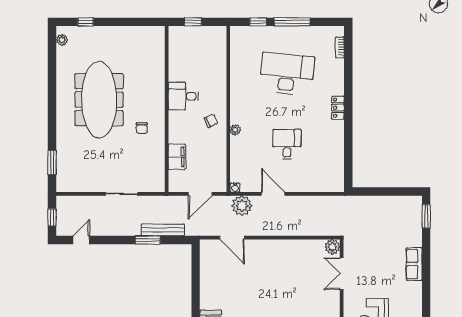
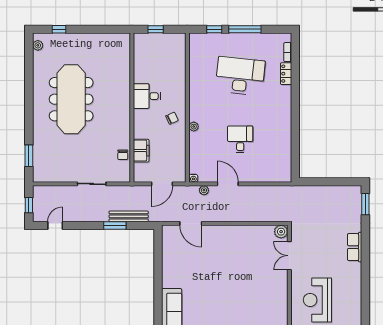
locker: (338, 108) -> (286, 74), moved
chair: (142, 128) -> (123, 155), moved
plant: (242, 206) -> (204, 190), width x0.53, depth x0.53

